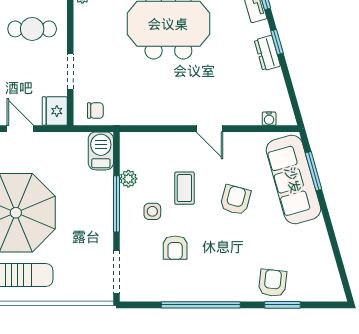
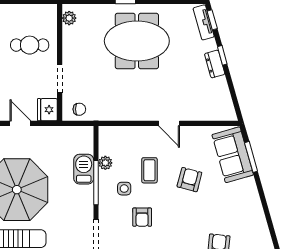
water cooler: (269, 119) -> (216, 116), removed
barbecue: (101, 151) -> (84, 169), moved
sofa: (293, 180) -> (233, 155), width x0.73

